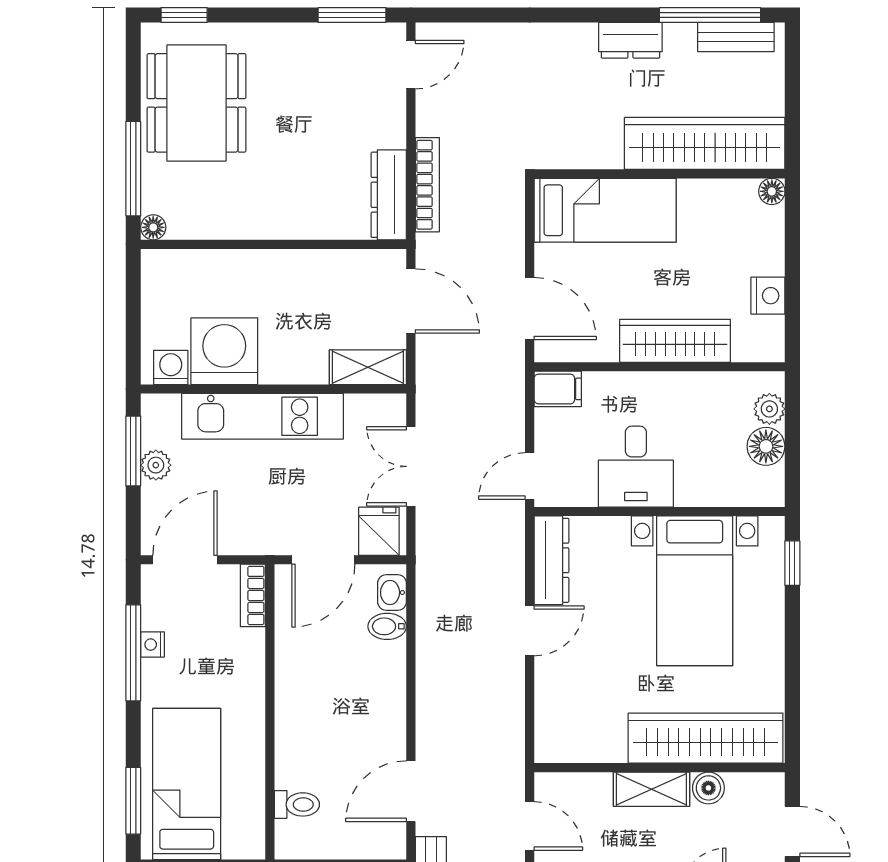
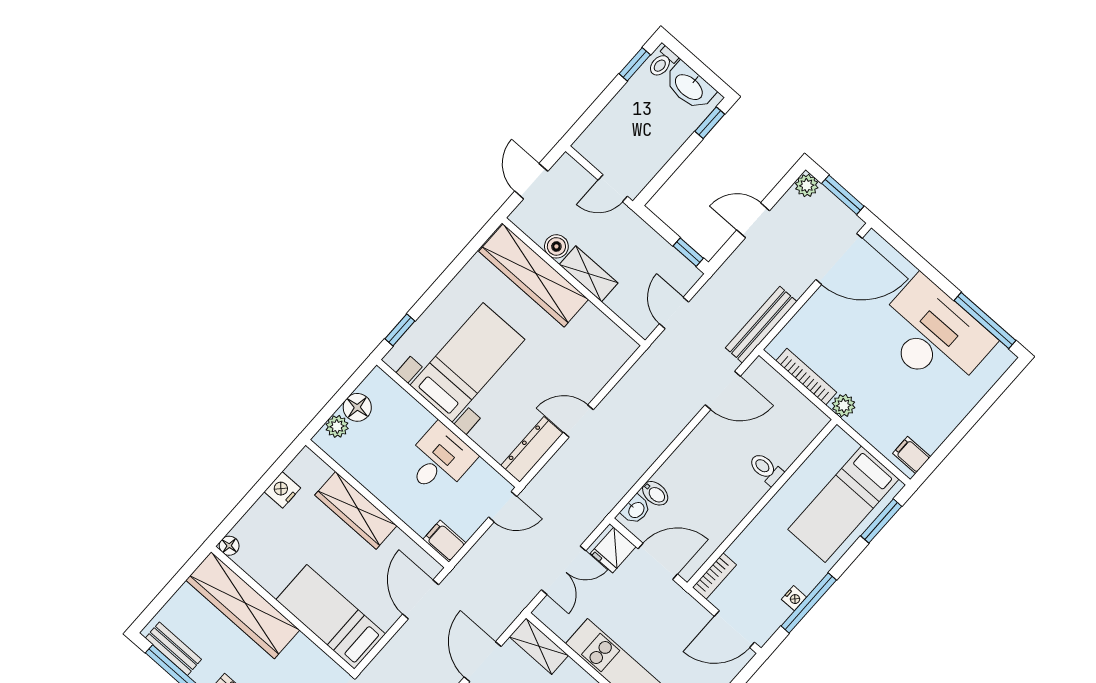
toilet: (297, 804) -> (766, 469), moved

